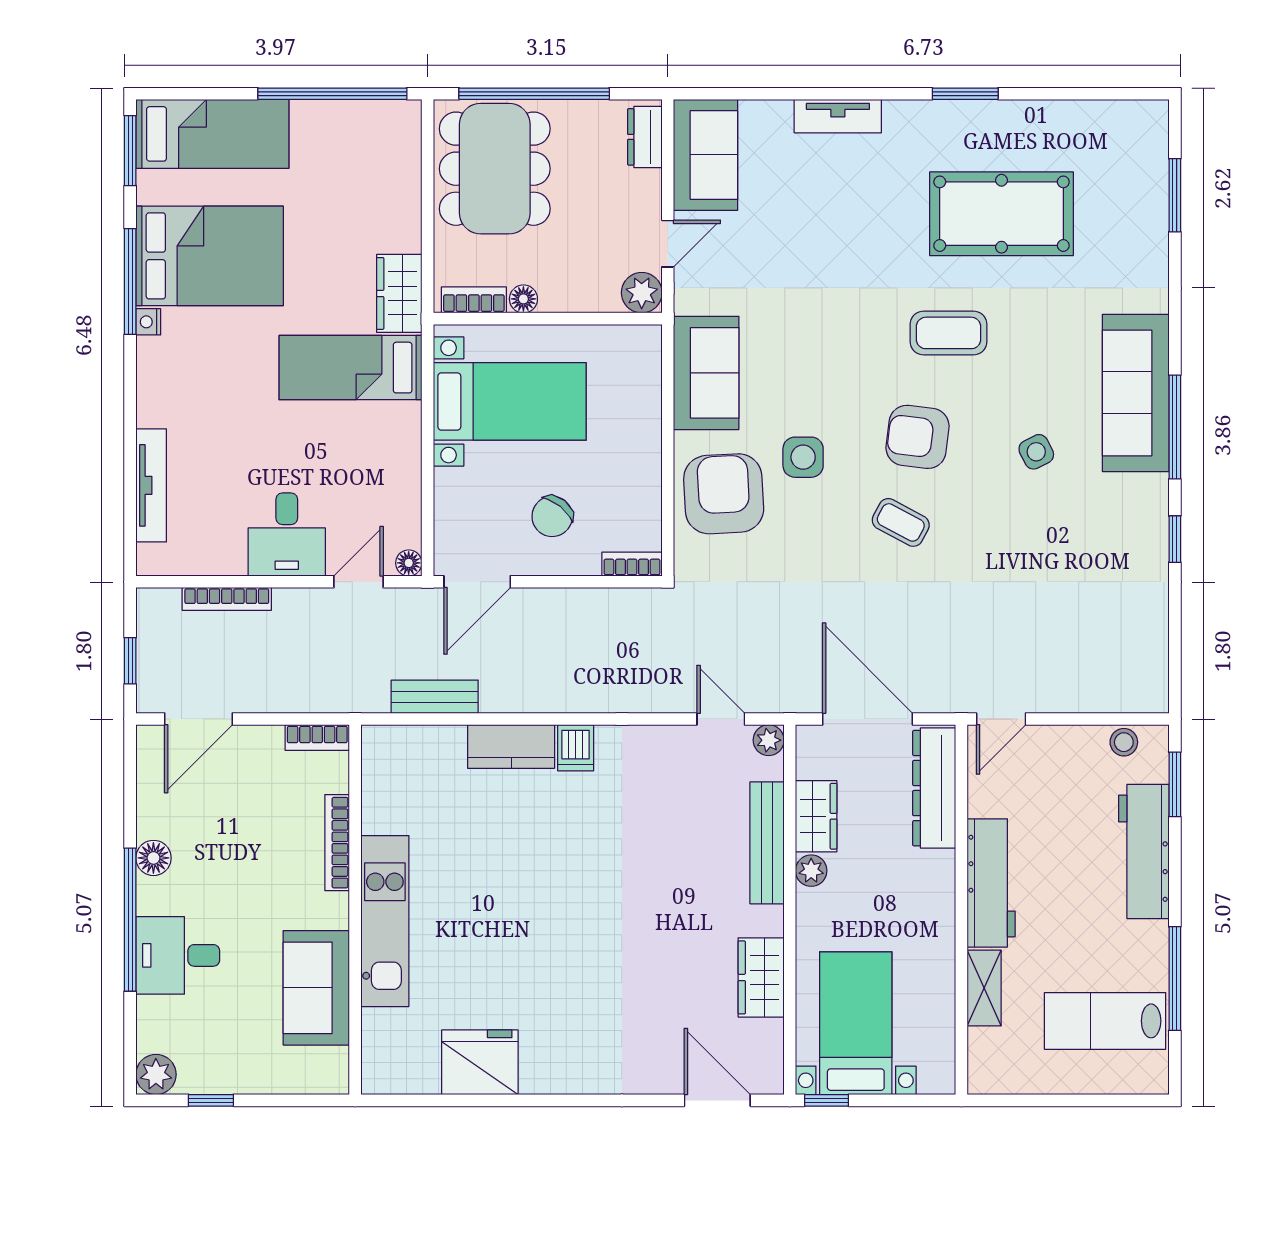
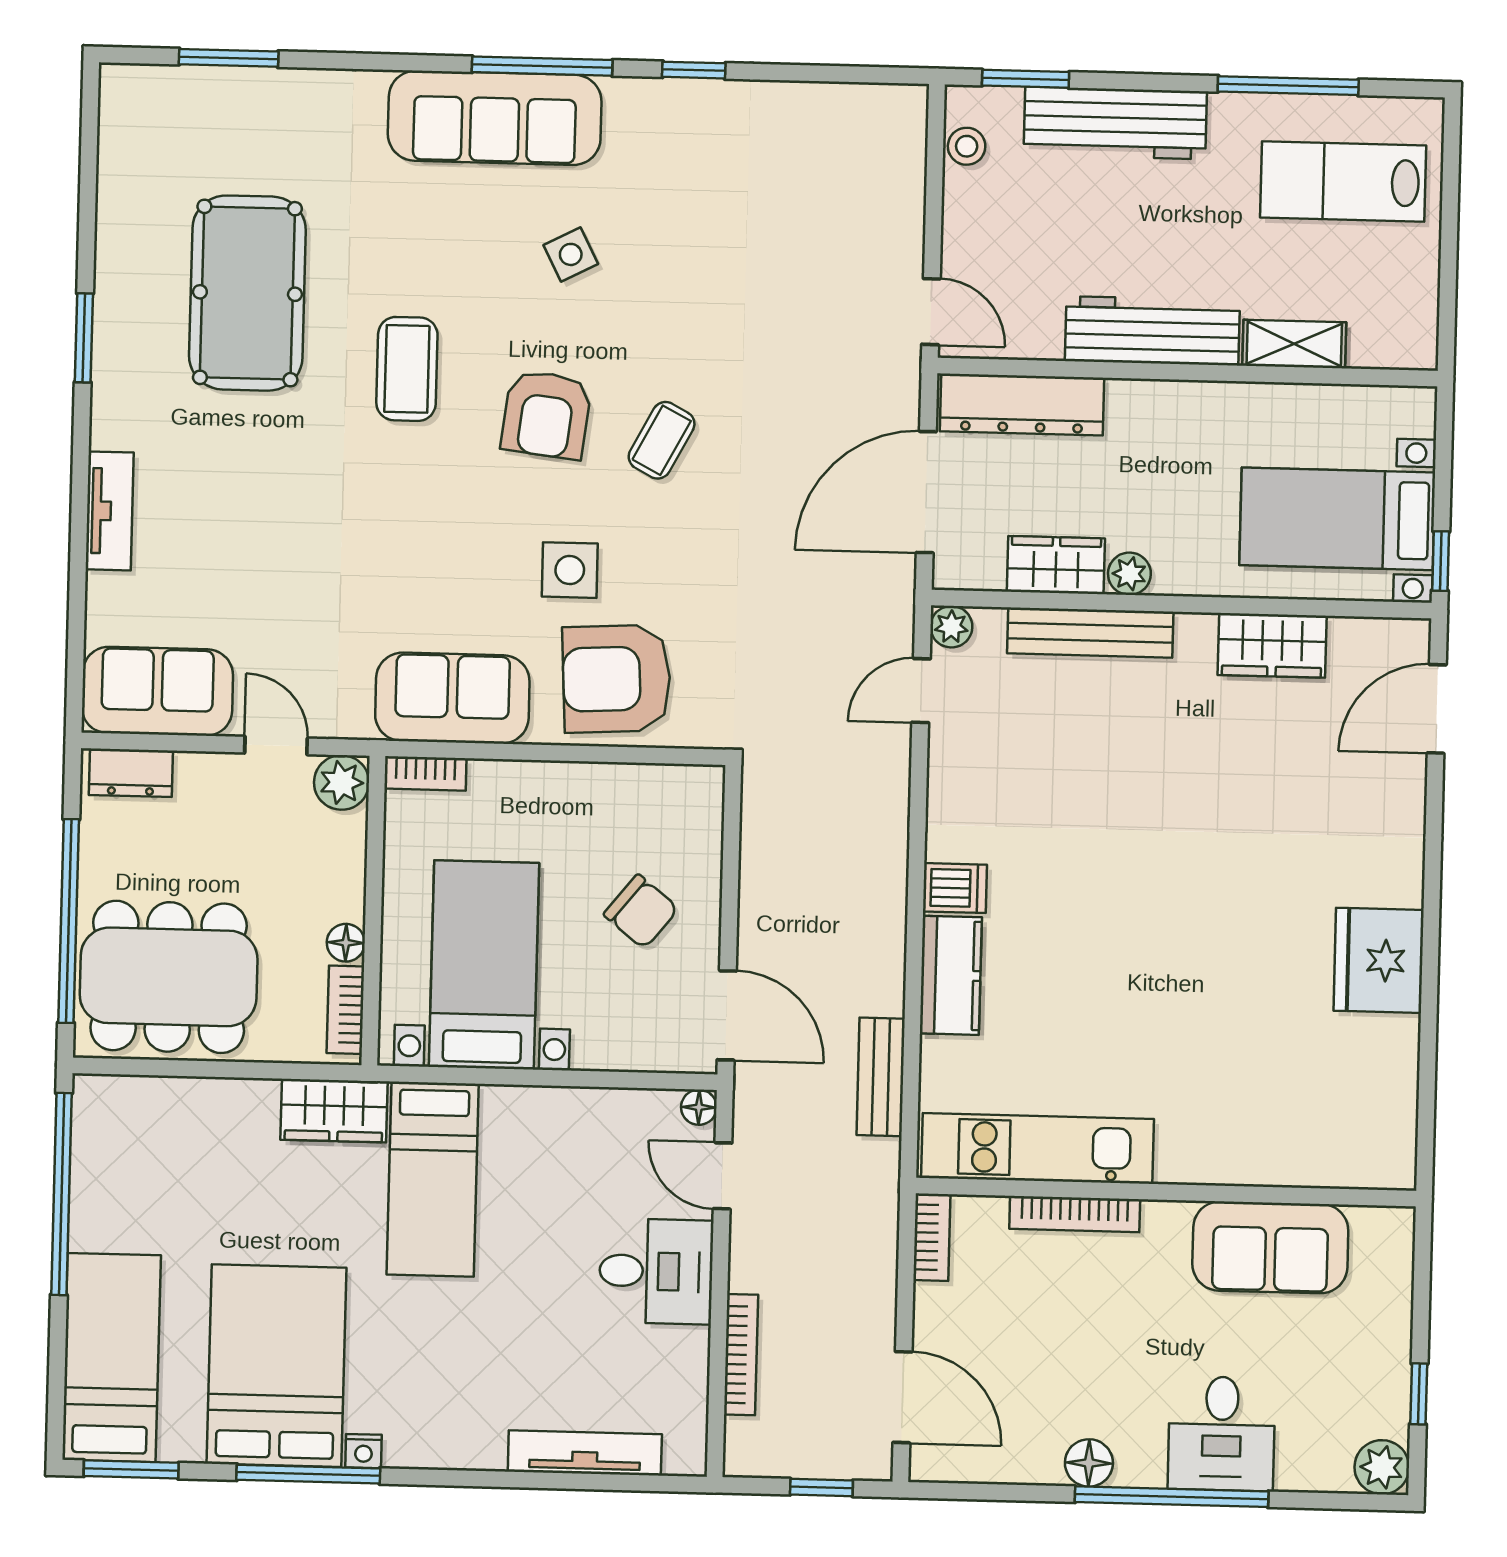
bookcase: (632, 564) -> (425, 773), moved, turned -90
kitchen unit: (385, 921) -> (1038, 1148), moved
lab bench: (1105, 1021) -> (1343, 182), turned 90
fridge: (480, 1062) -> (1379, 960), moved

